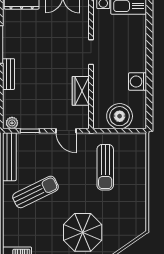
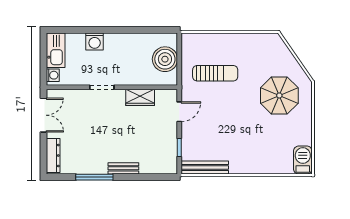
washing machine: (137, 82) -> (95, 42), moved
plant: (12, 123) -> (172, 165), removed
sun lounger: (35, 192) -> (240, 142), removed

